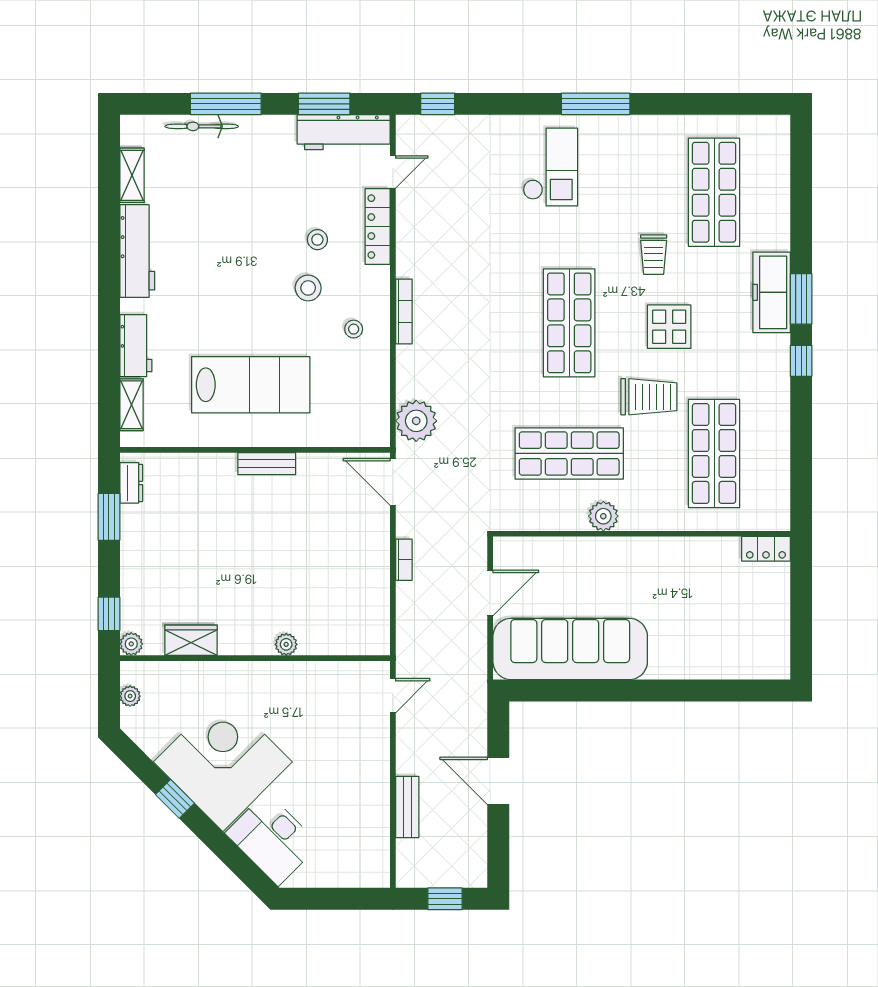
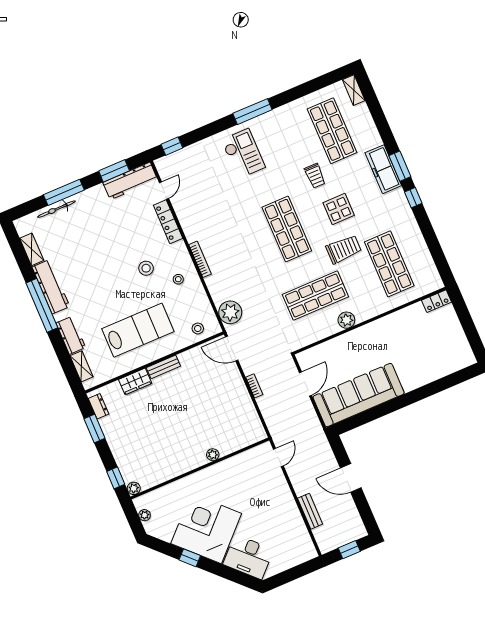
shelving: (779, 140) -> (354, 90), added
stool: (317, 240) -> (198, 328), moved
window: (109, 275) -> (42, 305), added
wardrobe: (191, 640) -> (135, 381), moved, turned 180

